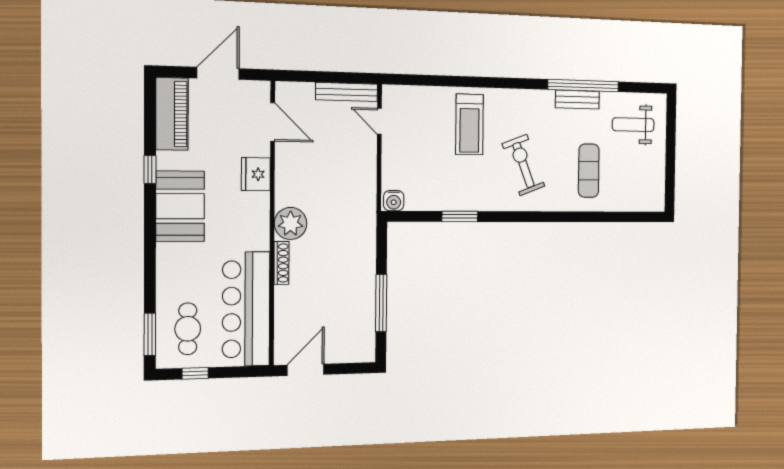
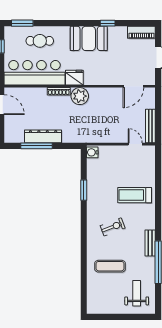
bench: (577, 99) -> (150, 243), moved
piano: (172, 114) -> (141, 32), width x0.73, depth x0.75
door: (379, 121) -> (135, 144), hinge flipped
exercise bike: (523, 165) -> (113, 227), width x0.73, depth x0.72
fridge: (256, 174) -> (74, 78), moved
dresser: (364, 291) -> (43, 136), added
cafe table: (188, 329) -> (40, 41), moved

